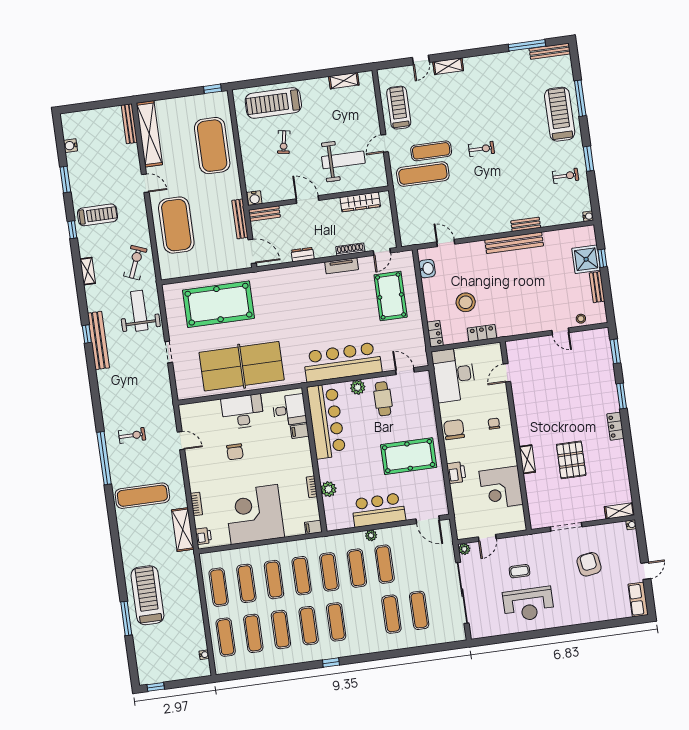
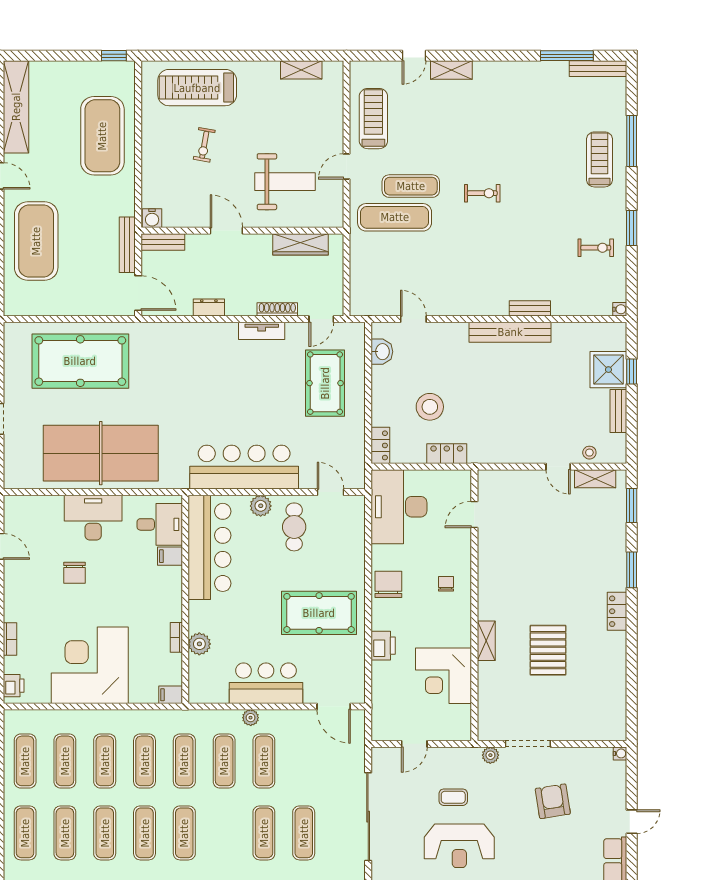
treadmill: (560, 114) -> (599, 159), width x0.73, depth x0.73
shelving: (619, 511) -> (595, 479), moved
plant: (464, 549) -> (490, 755), moved

